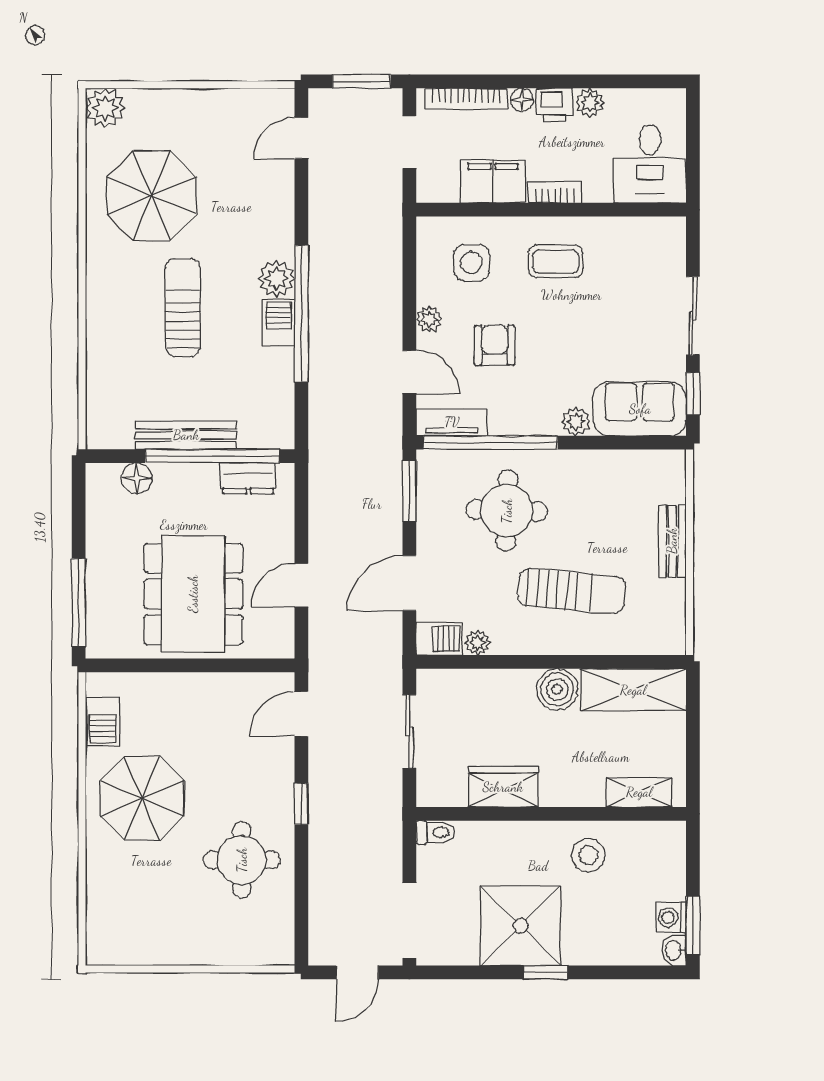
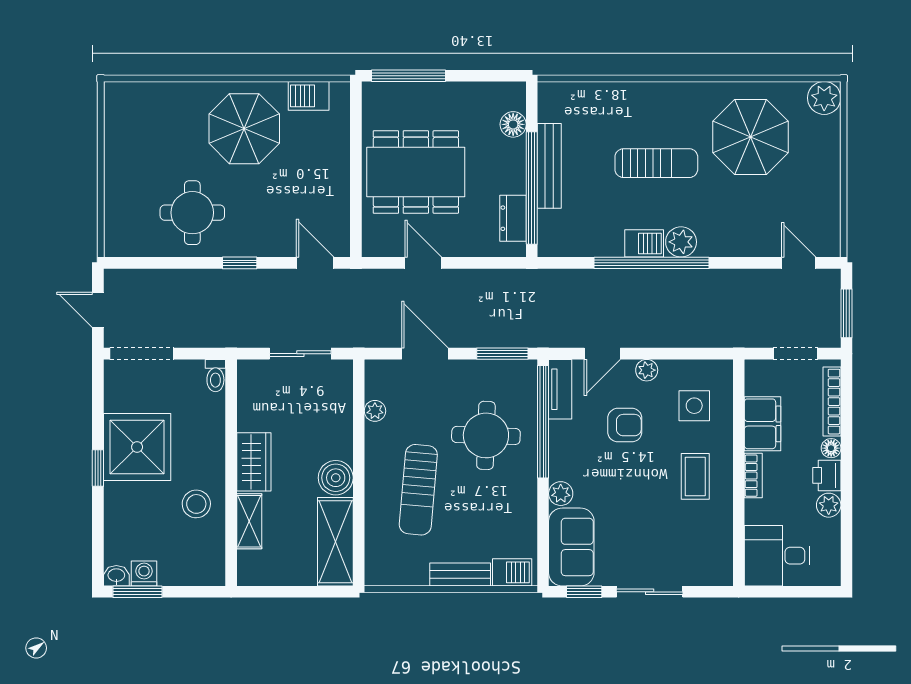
barbecue: (439, 639) -> (512, 572), moved, turned -90
wardrobe: (503, 787) -> (254, 462), moved
shelving: (639, 792) -> (249, 521), moved

